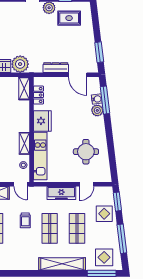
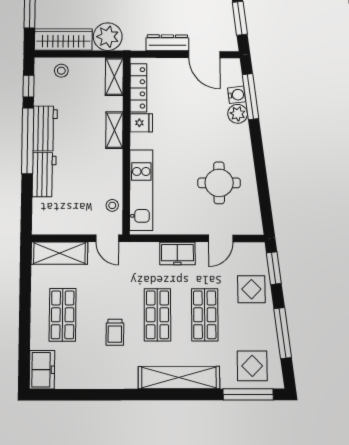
locker: (38, 95) -> (138, 88), width x1.53
fridge: (42, 121) -> (141, 123), width x0.53, depth x0.75
shelving: (24, 143) -> (114, 130), moved
freezer: (61, 193) -> (177, 253), width x0.71
trolley: (25, 220) -> (115, 332), moved

